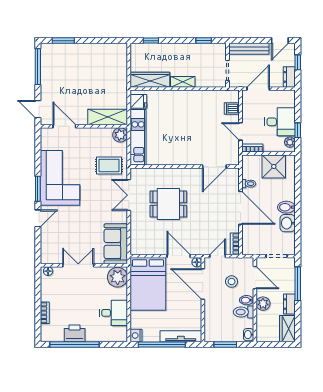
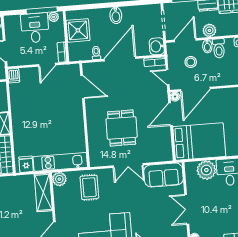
dishwasher: (232, 109) -> (14, 76), moved
window: (298, 130) -> (42, 10), width x2.17
double door: (129, 195) -> (128, 165), moved
washbasin: (288, 223) -> (157, 46), moved, turned 90
plant: (118, 277) -> (206, 170), moved

